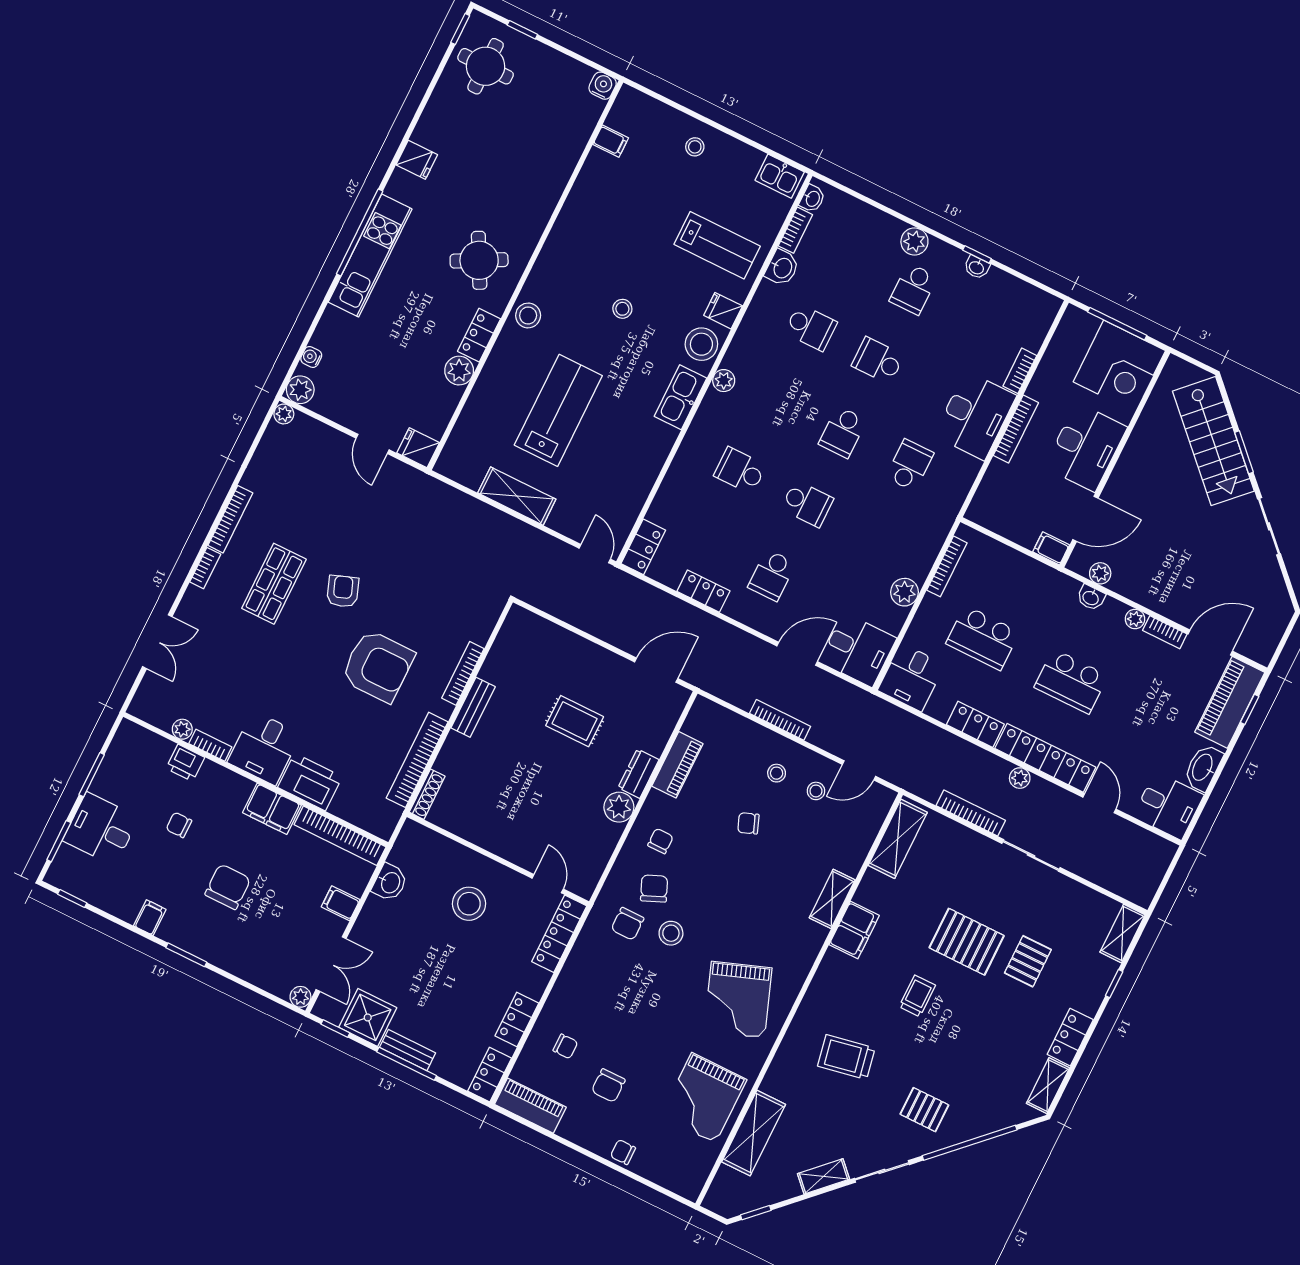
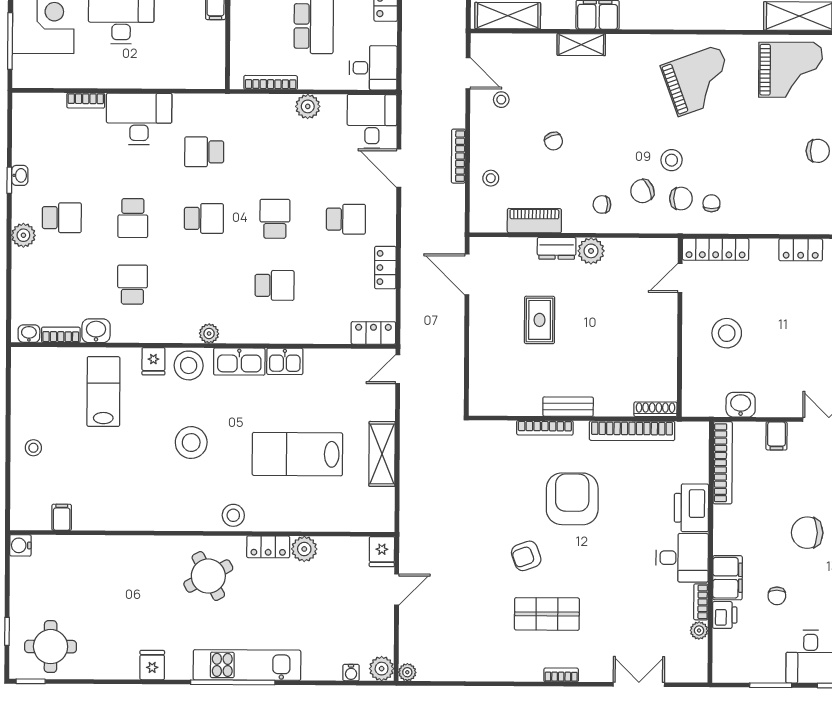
kitchen sink: (780, 176) -> (285, 361), moved, turned 90
stool: (622, 309) -> (191, 443), width x1.89, depth x1.89
bookcase: (1016, 429) -> (134, 81), removed
school desk: (740, 470) -> (275, 285), turned -90
bookcase: (230, 519) -> (512, 674), removed
stool: (777, 773) -> (491, 178), moved
filing cabinet: (272, 809) -> (727, 578), moved
chair: (565, 1046) -> (711, 203), moved

